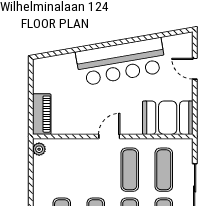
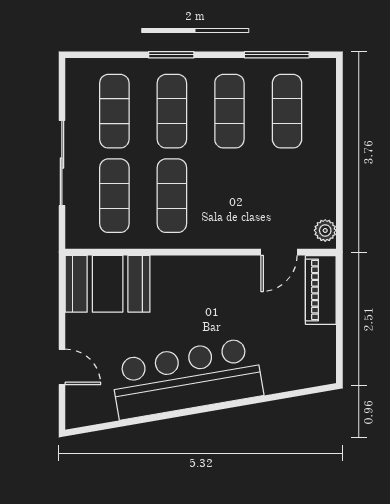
door: (109, 136) -> (279, 252), moved

